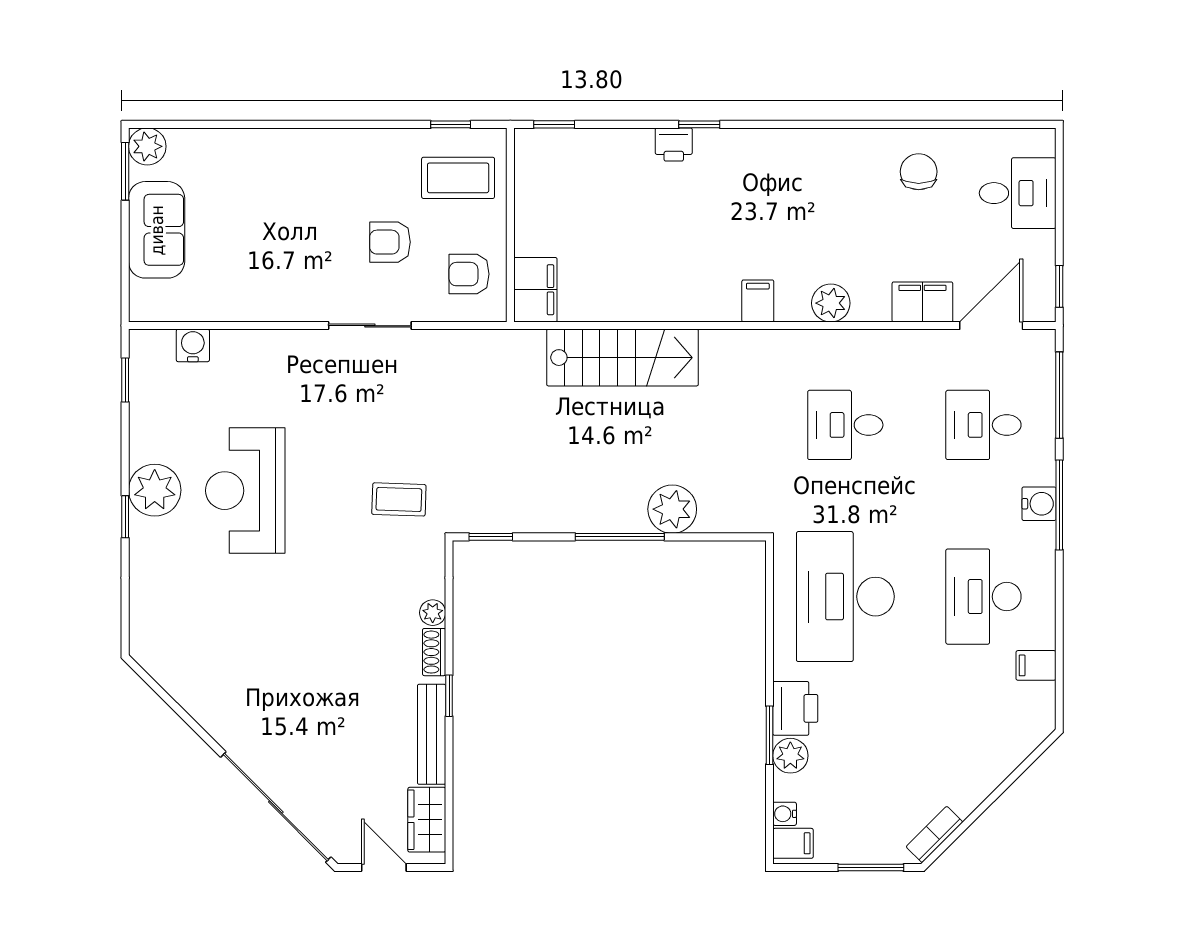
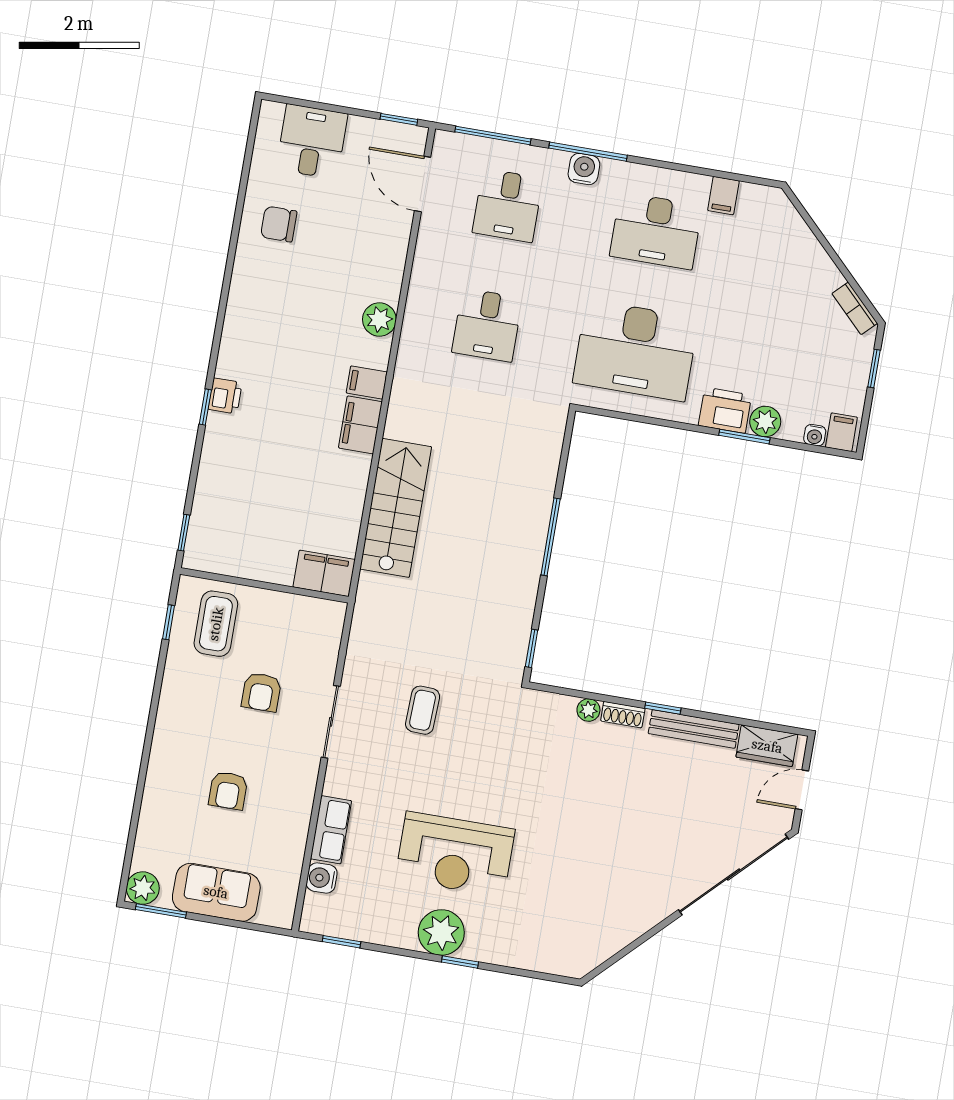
printer: (674, 145) -> (225, 396), moved
armchair: (469, 274) -> (228, 791), moved
filing cabinet: (922, 302) -> (360, 425), moved
row of seats: (249, 347) -> (331, 830), added
coffee table: (399, 499) -> (423, 710), moved
plant: (672, 509) -> (534, 487), removed
window: (871, 868) -> (874, 368), width x0.67

